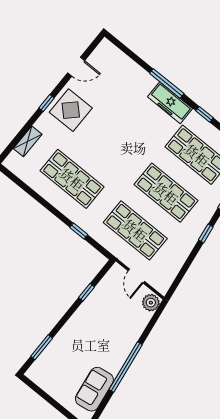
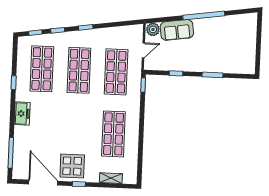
door: (76, 67) -> (43, 183), width x1.87
window: (167, 83) -> (11, 153), moved
freezer: (170, 103) -> (22, 114), width x0.71
window: (79, 231) -> (143, 85), moved
window: (42, 347) -> (212, 75), moved
sofa: (94, 389) -> (177, 30), moved

